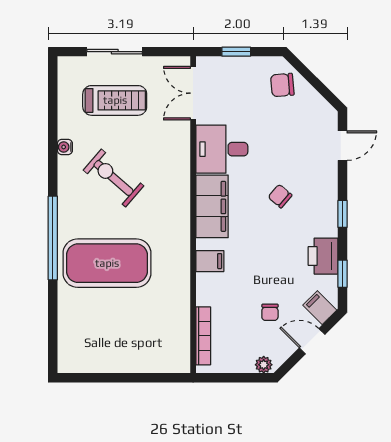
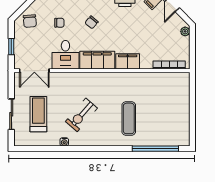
window: (53, 238) -> (155, 149), moved
filing cabinet: (210, 261) -> (128, 61), width x2.00
exercise mat: (107, 263) -> (129, 118), width x0.50, depth x0.69
chair: (270, 312) -> (59, 23), moved

